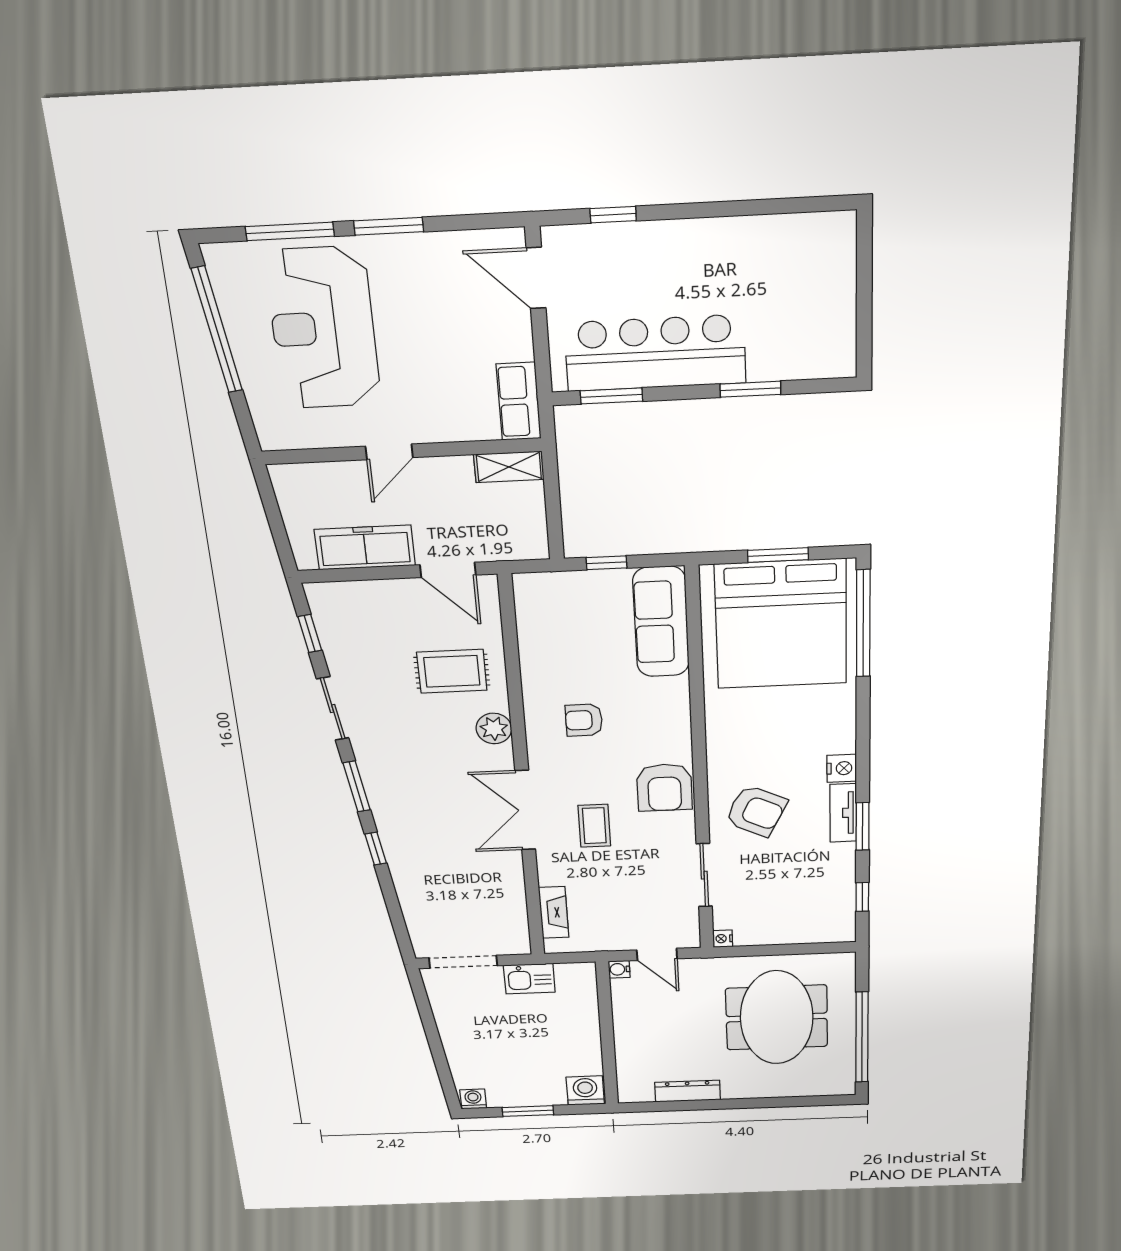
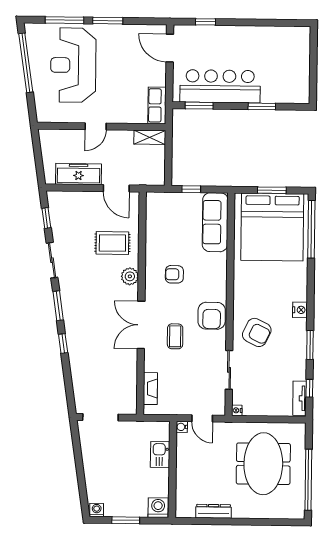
tv unit: (843, 813) -> (300, 398), moved
kitchen sink: (529, 979) -> (160, 454), moved, turned 90

